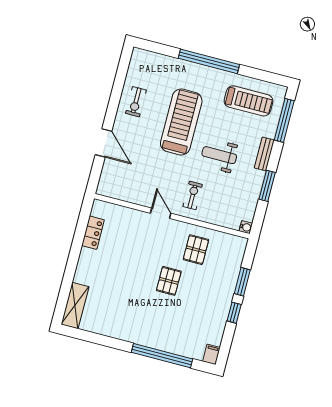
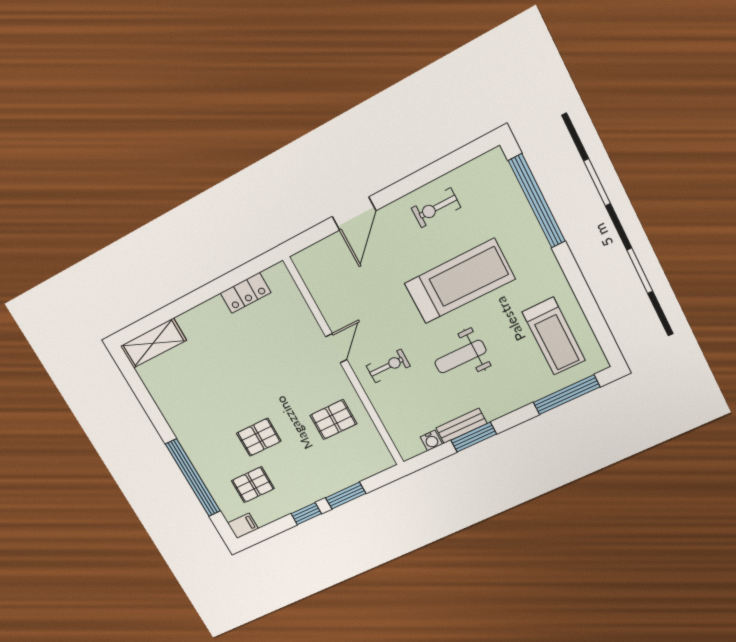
window: (209, 61) -> (537, 201), moved
bench: (264, 154) -> (461, 426), moved
weight bench: (219, 155) -> (460, 357), turned -90
water cooler: (246, 227) -> (431, 440), moved
pallet: (169, 281) -> (259, 437), moved
pallet: (194, 326) -> (253, 485), added

